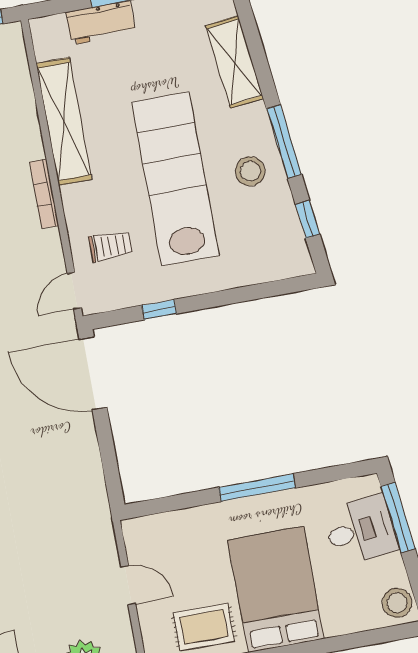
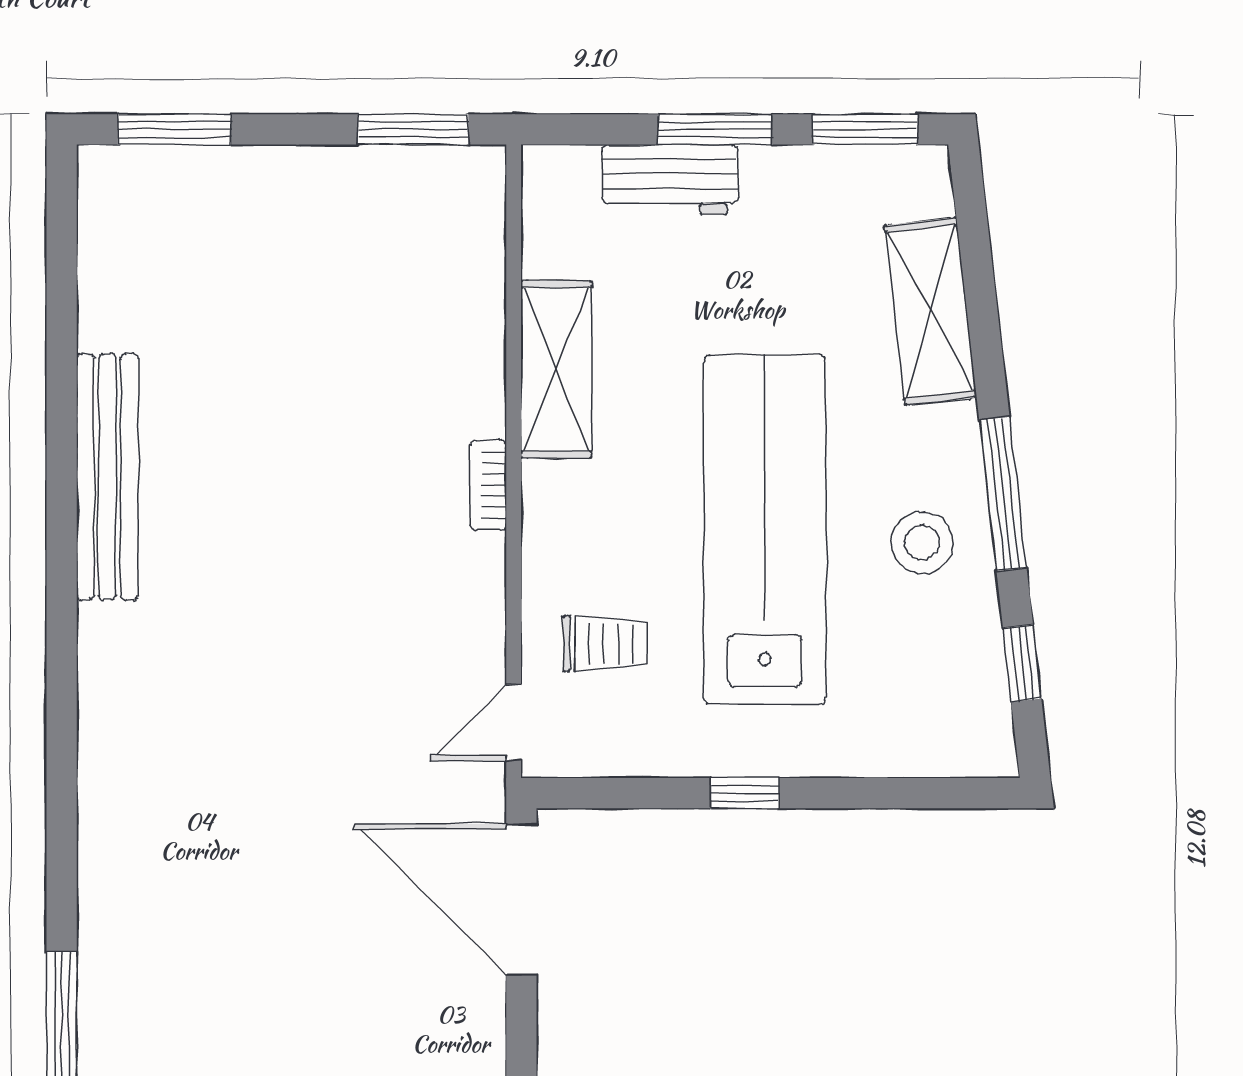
shelving: (64, 122) -> (556, 369), width x0.68
bookcase: (44, 194) -> (488, 485), width x0.64
window: (159, 310) -> (744, 793), moved

